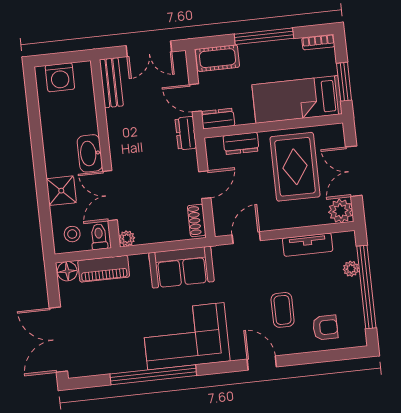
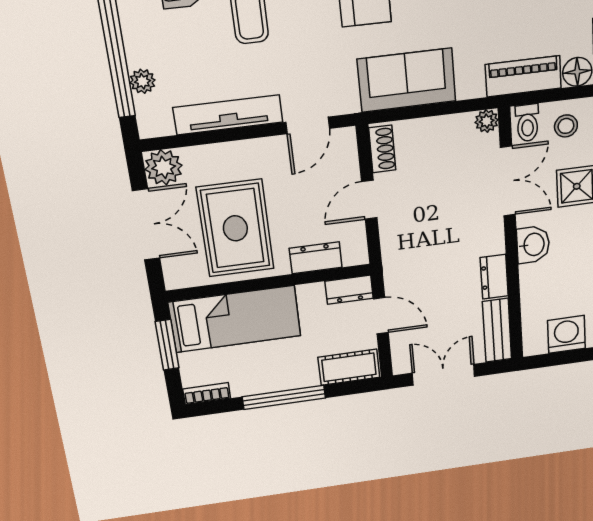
dresser: (186, 133) -> (494, 277), moved, turned 180
washbasin: (90, 153) -> (533, 245), width x0.72
tv unit: (308, 245) -> (228, 115), width x1.41

